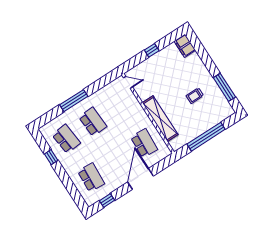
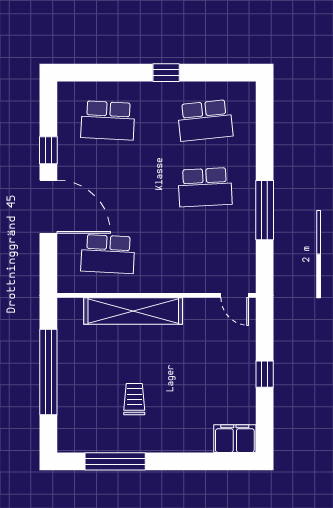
door: (128, 82) -> (235, 295), hinge flipped
window: (74, 101) -> (265, 210), moved
window: (51, 157) -> (166, 73), moved
window: (107, 201) -> (48, 150), moved

